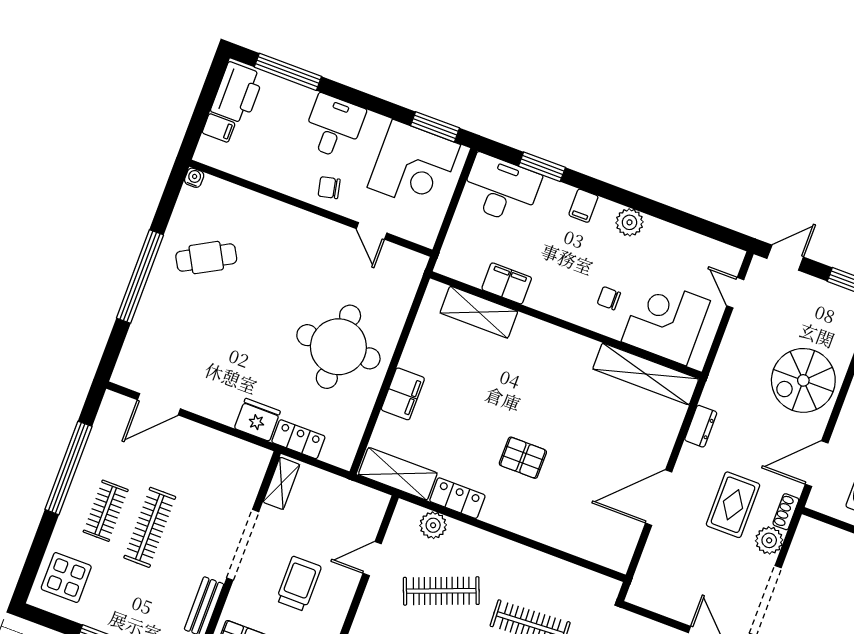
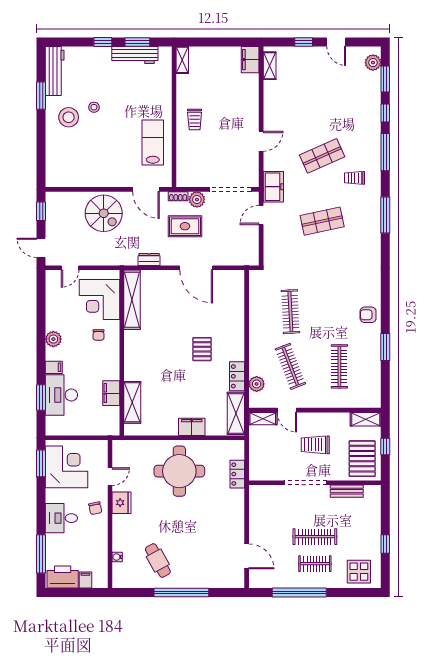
water cooler: (194, 178) -> (117, 557), moved
desk: (501, 189) -> (61, 395), moved
fridge: (257, 420) -> (122, 503), moved, turned 180
shelving: (281, 483) -> (263, 419), moved

